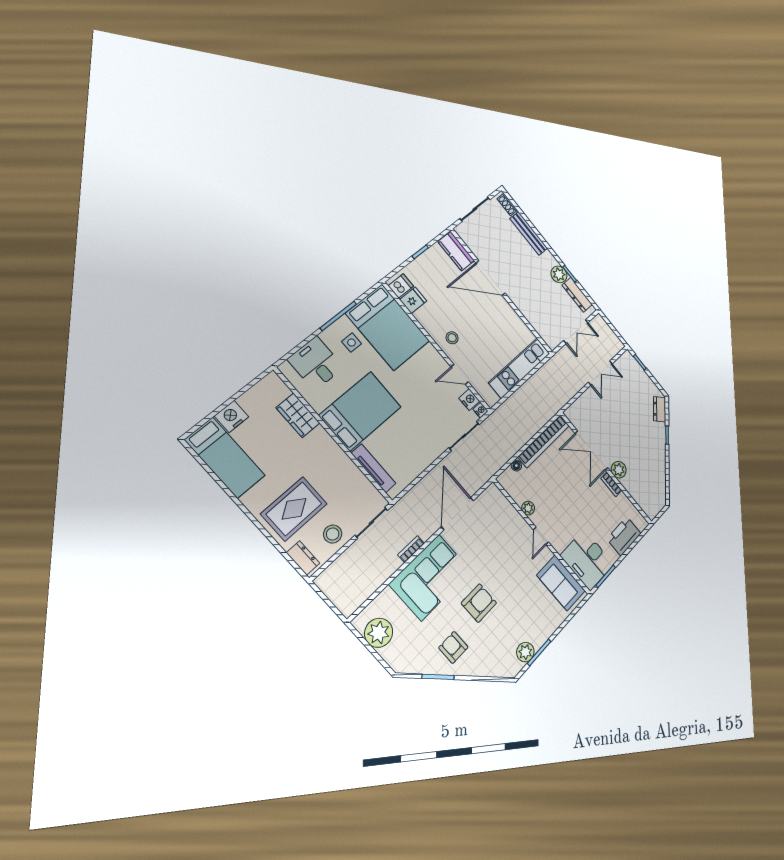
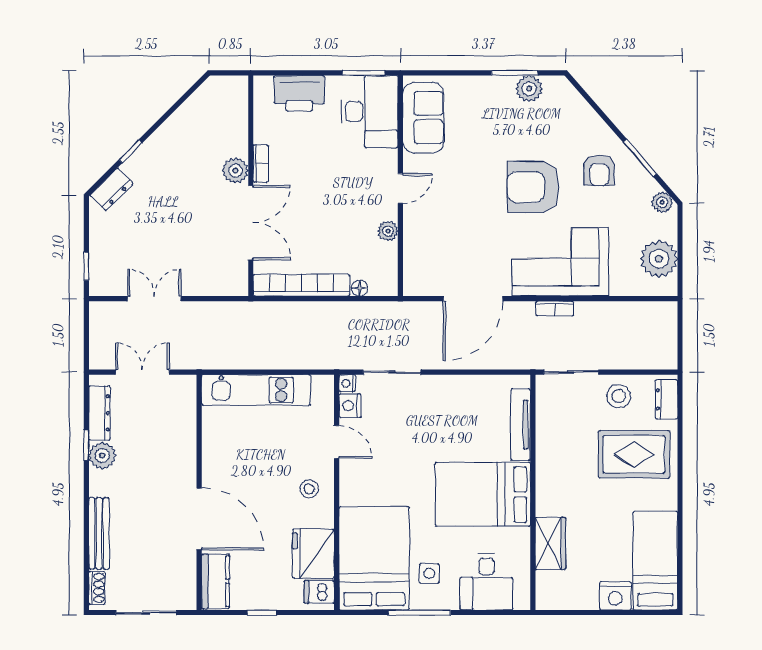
fridge: (413, 300) -> (313, 554), width x1.88, depth x1.34
armchair: (479, 603) -> (533, 187), width x1.36, depth x1.36
plant: (405, 665) -> (662, 202), added

